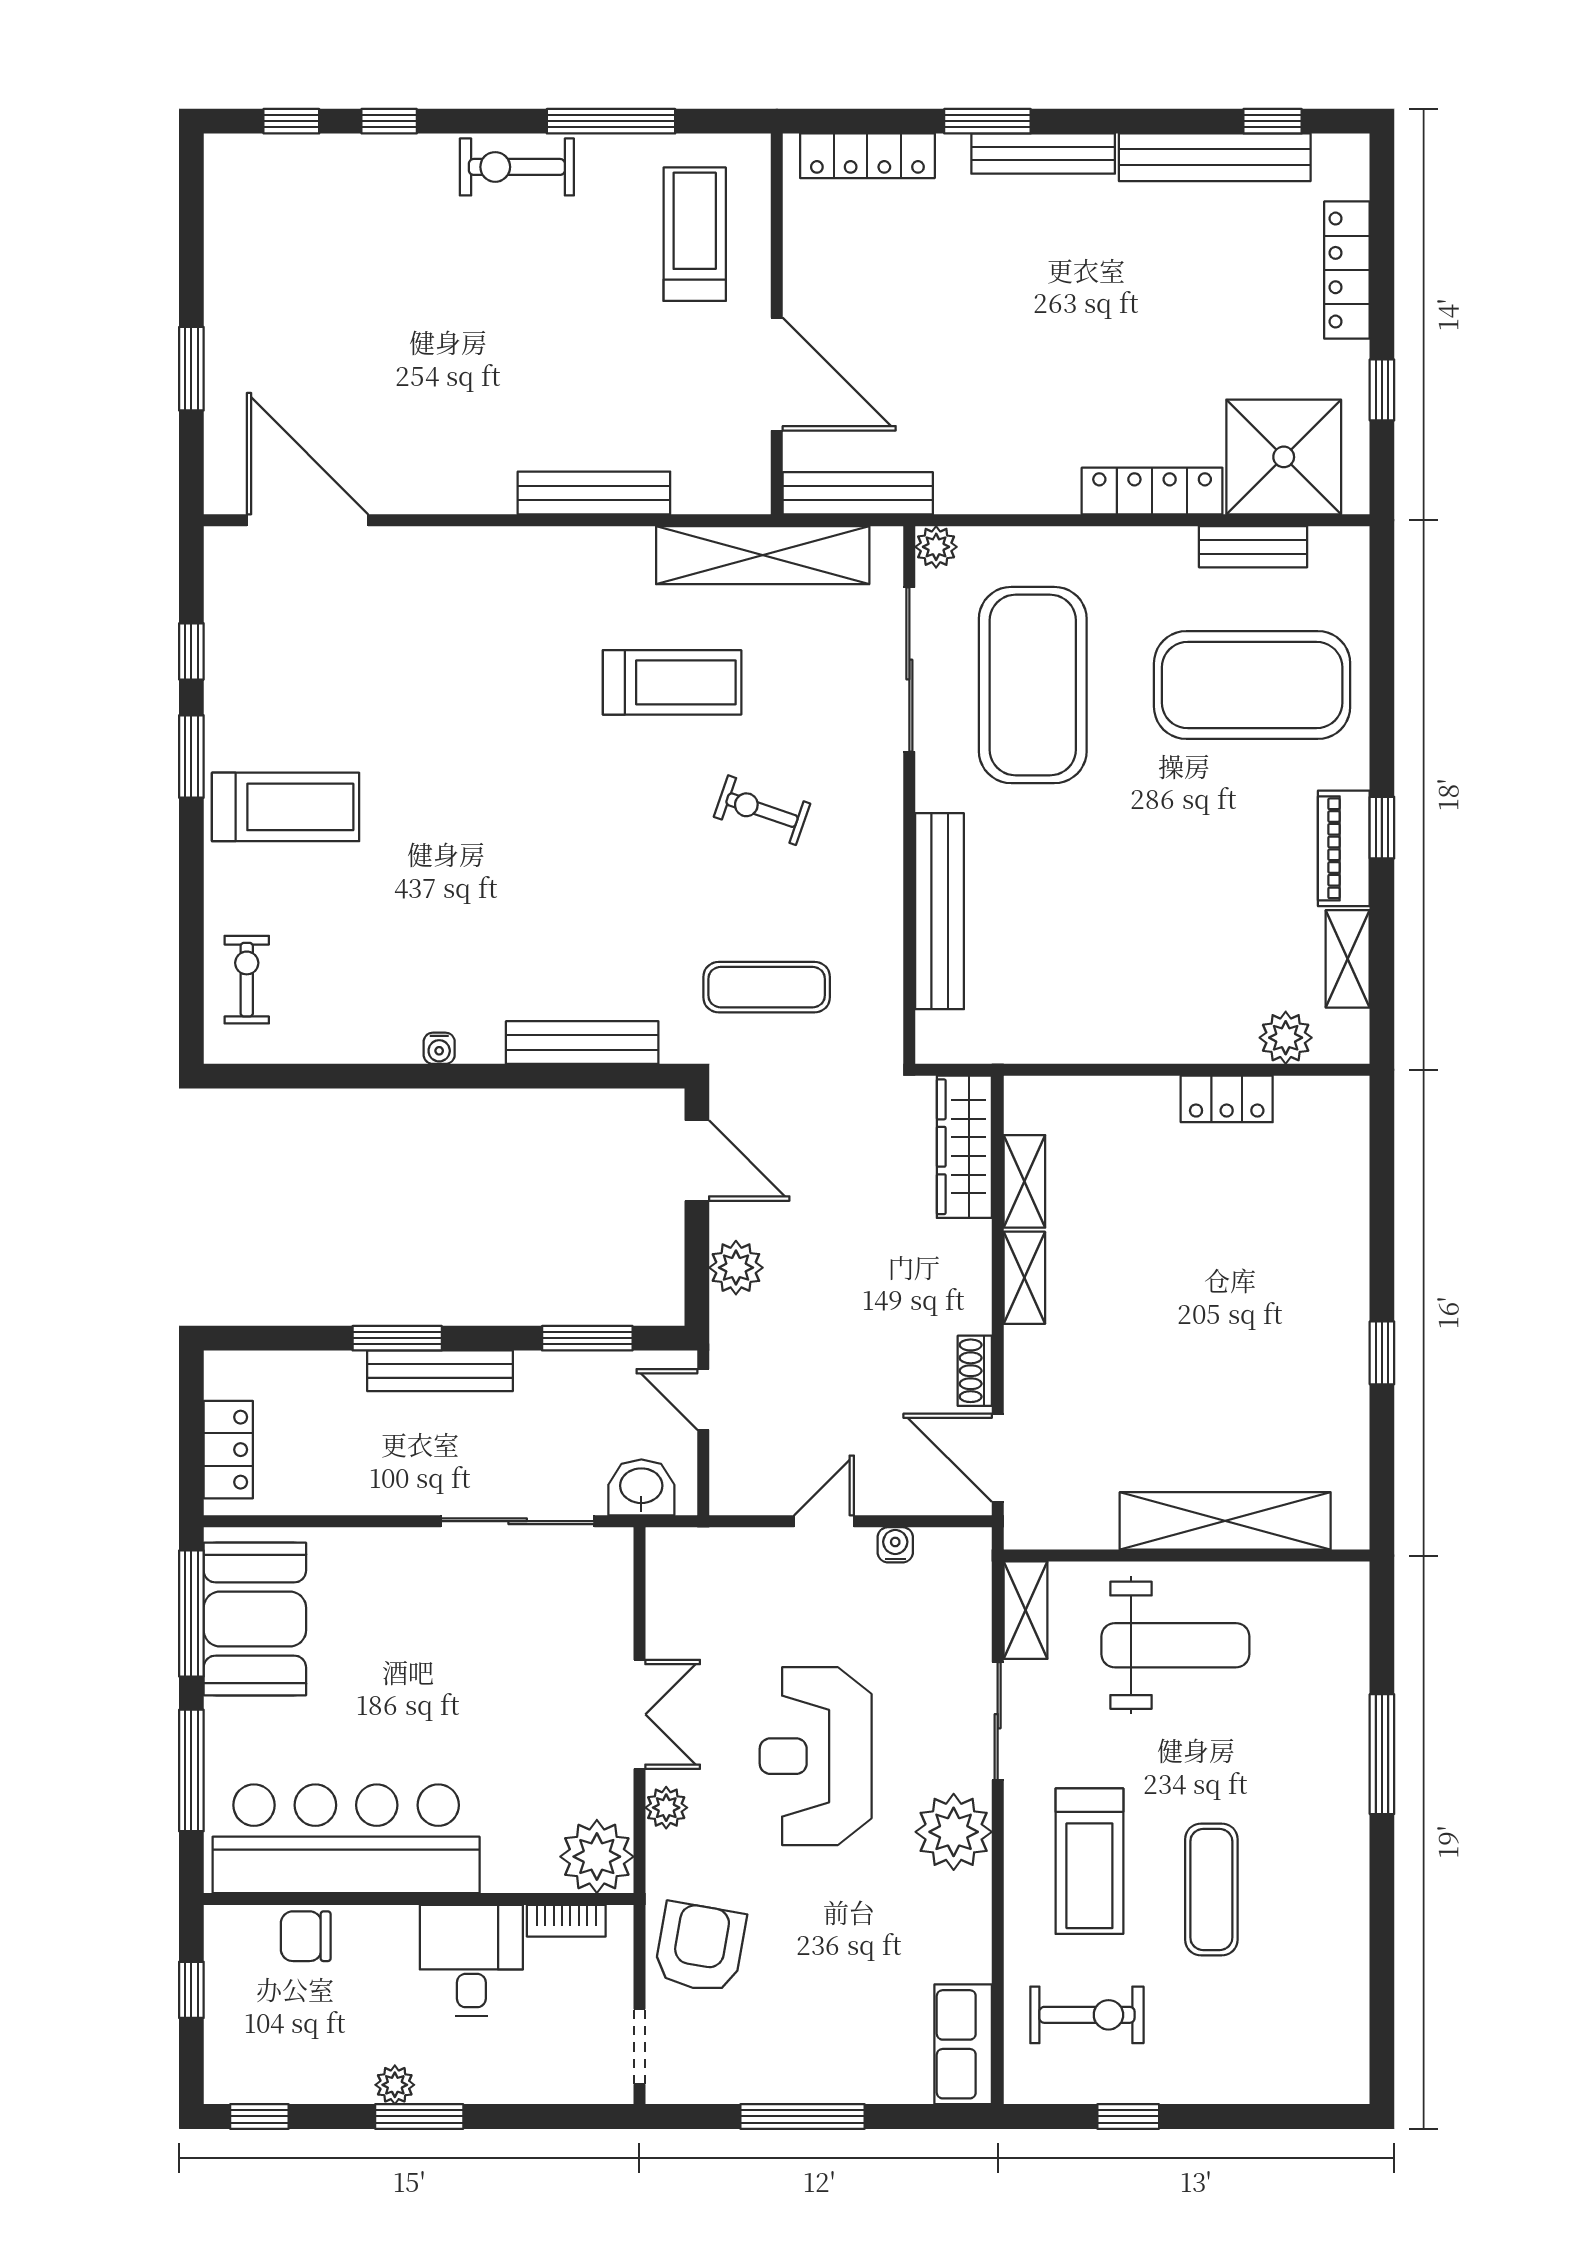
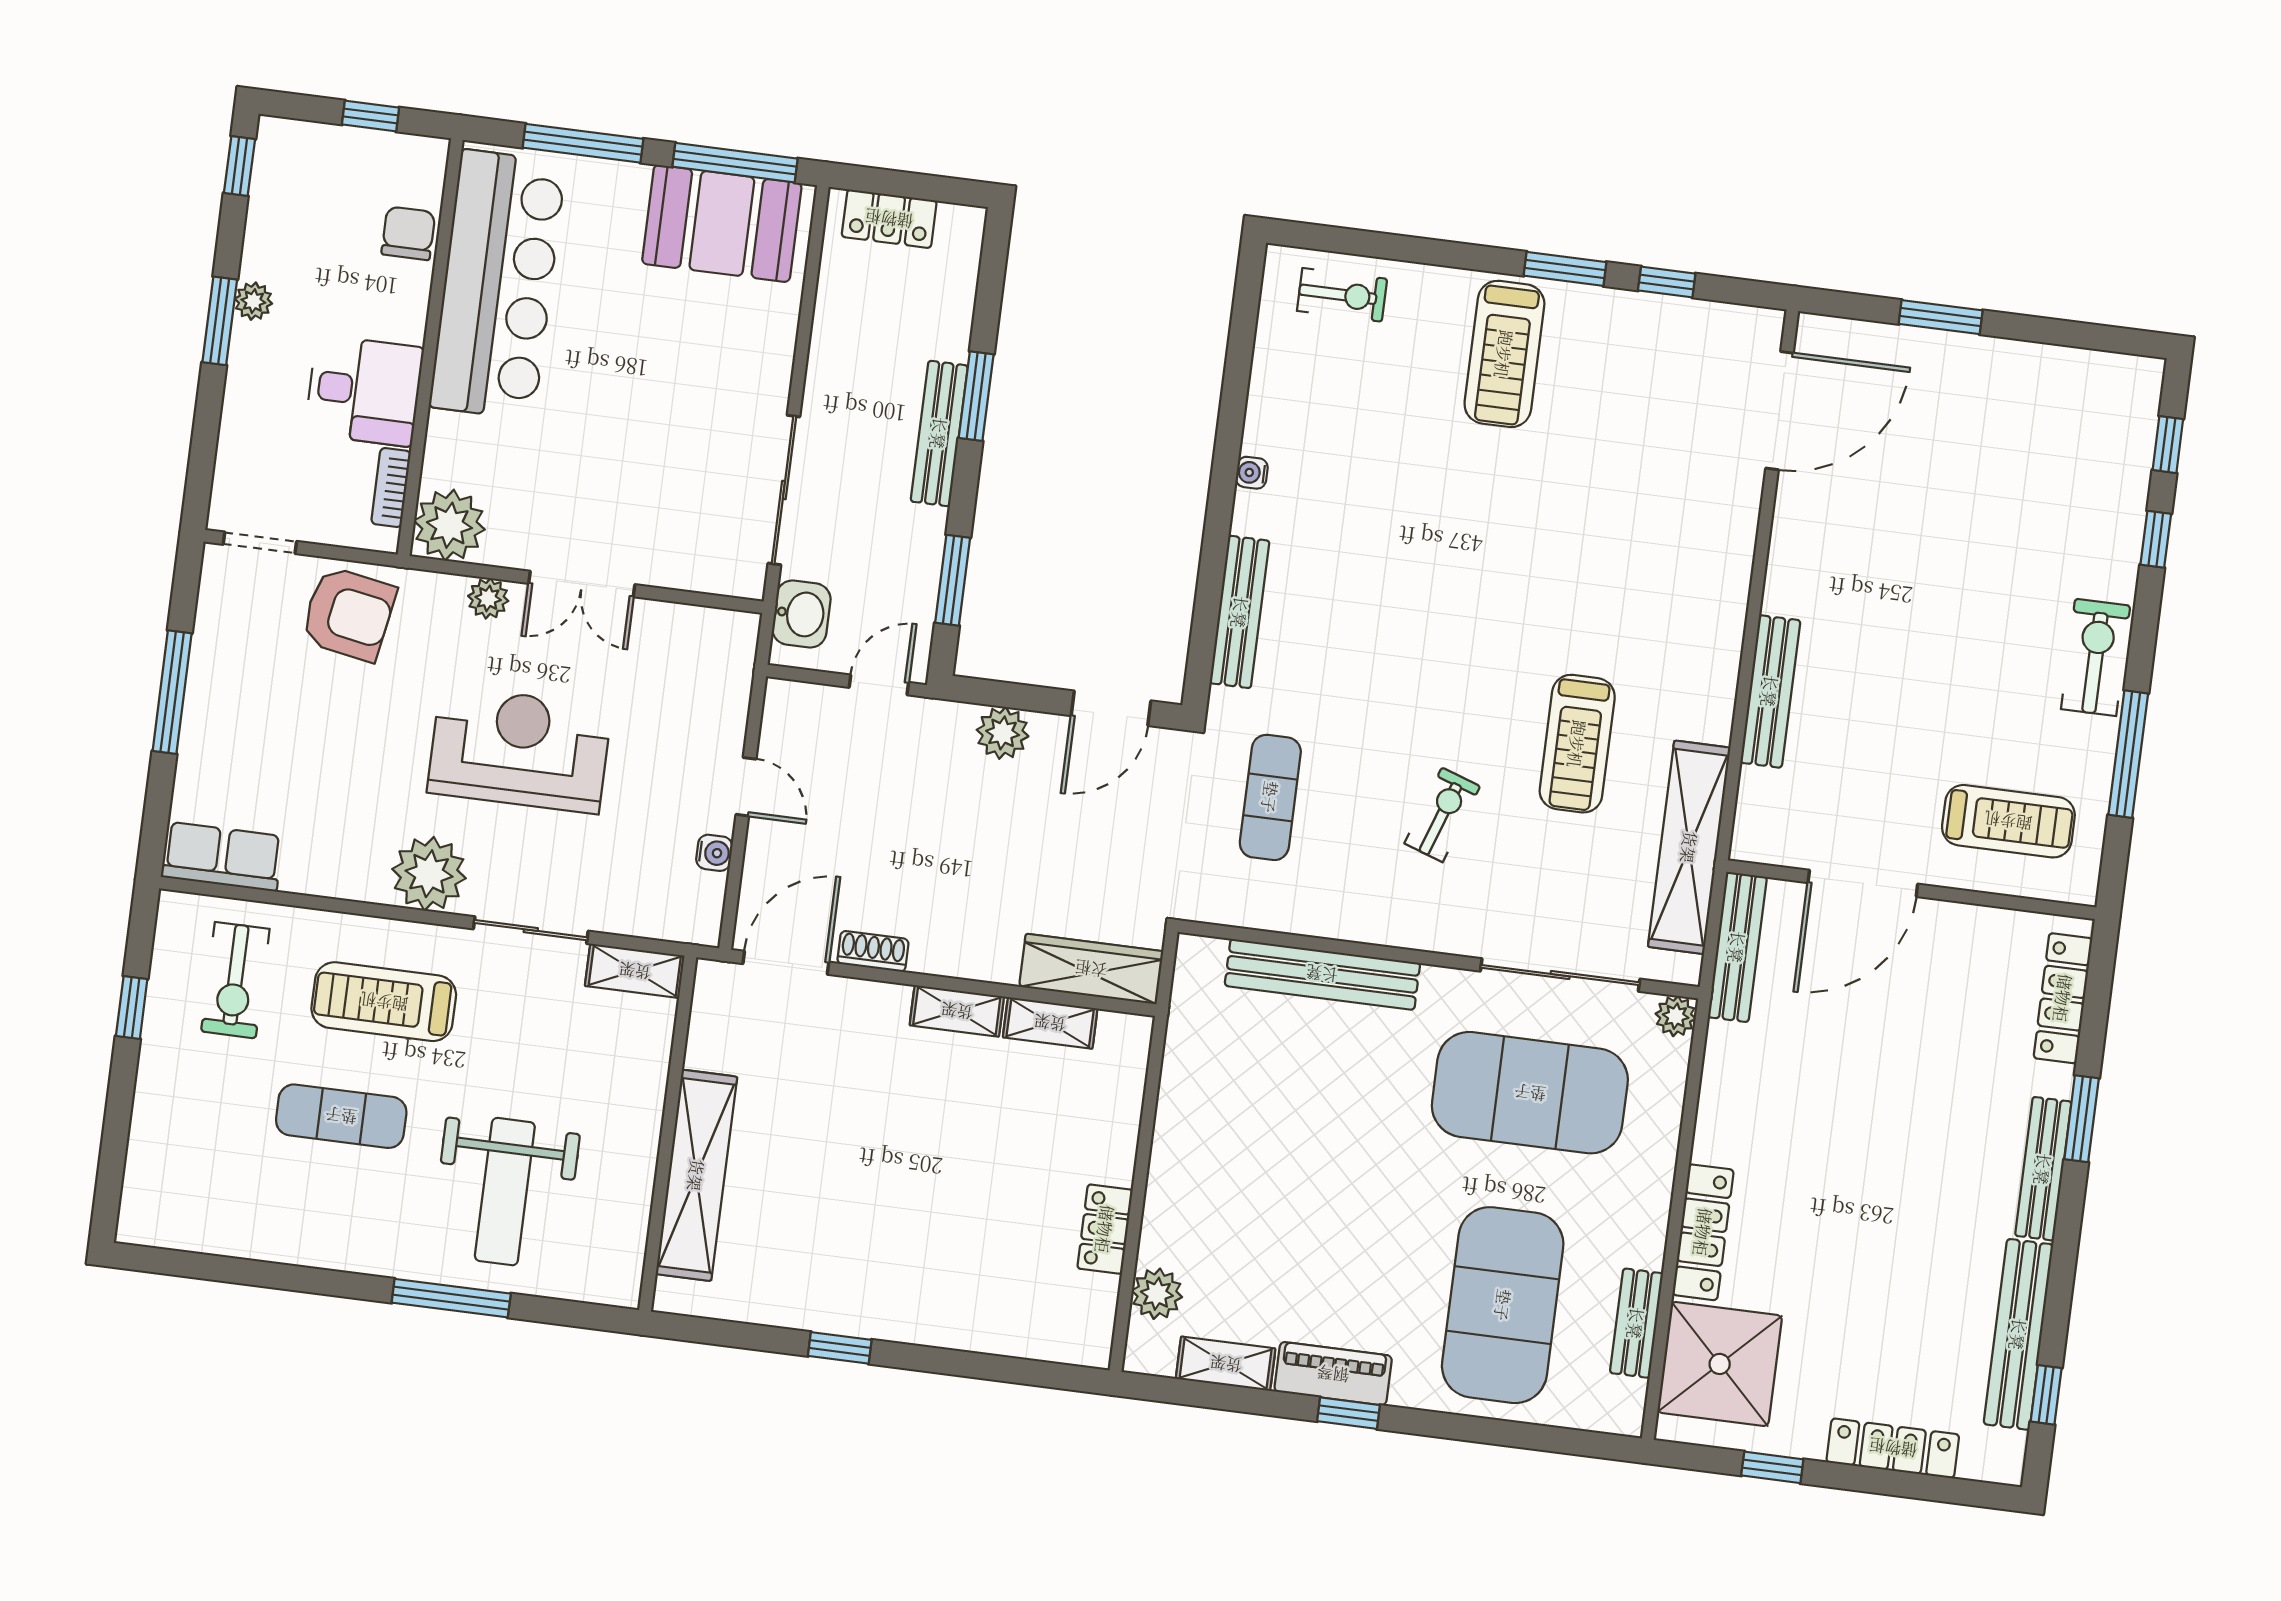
weight bench: (1175, 1645) -> (505, 1192), moved

